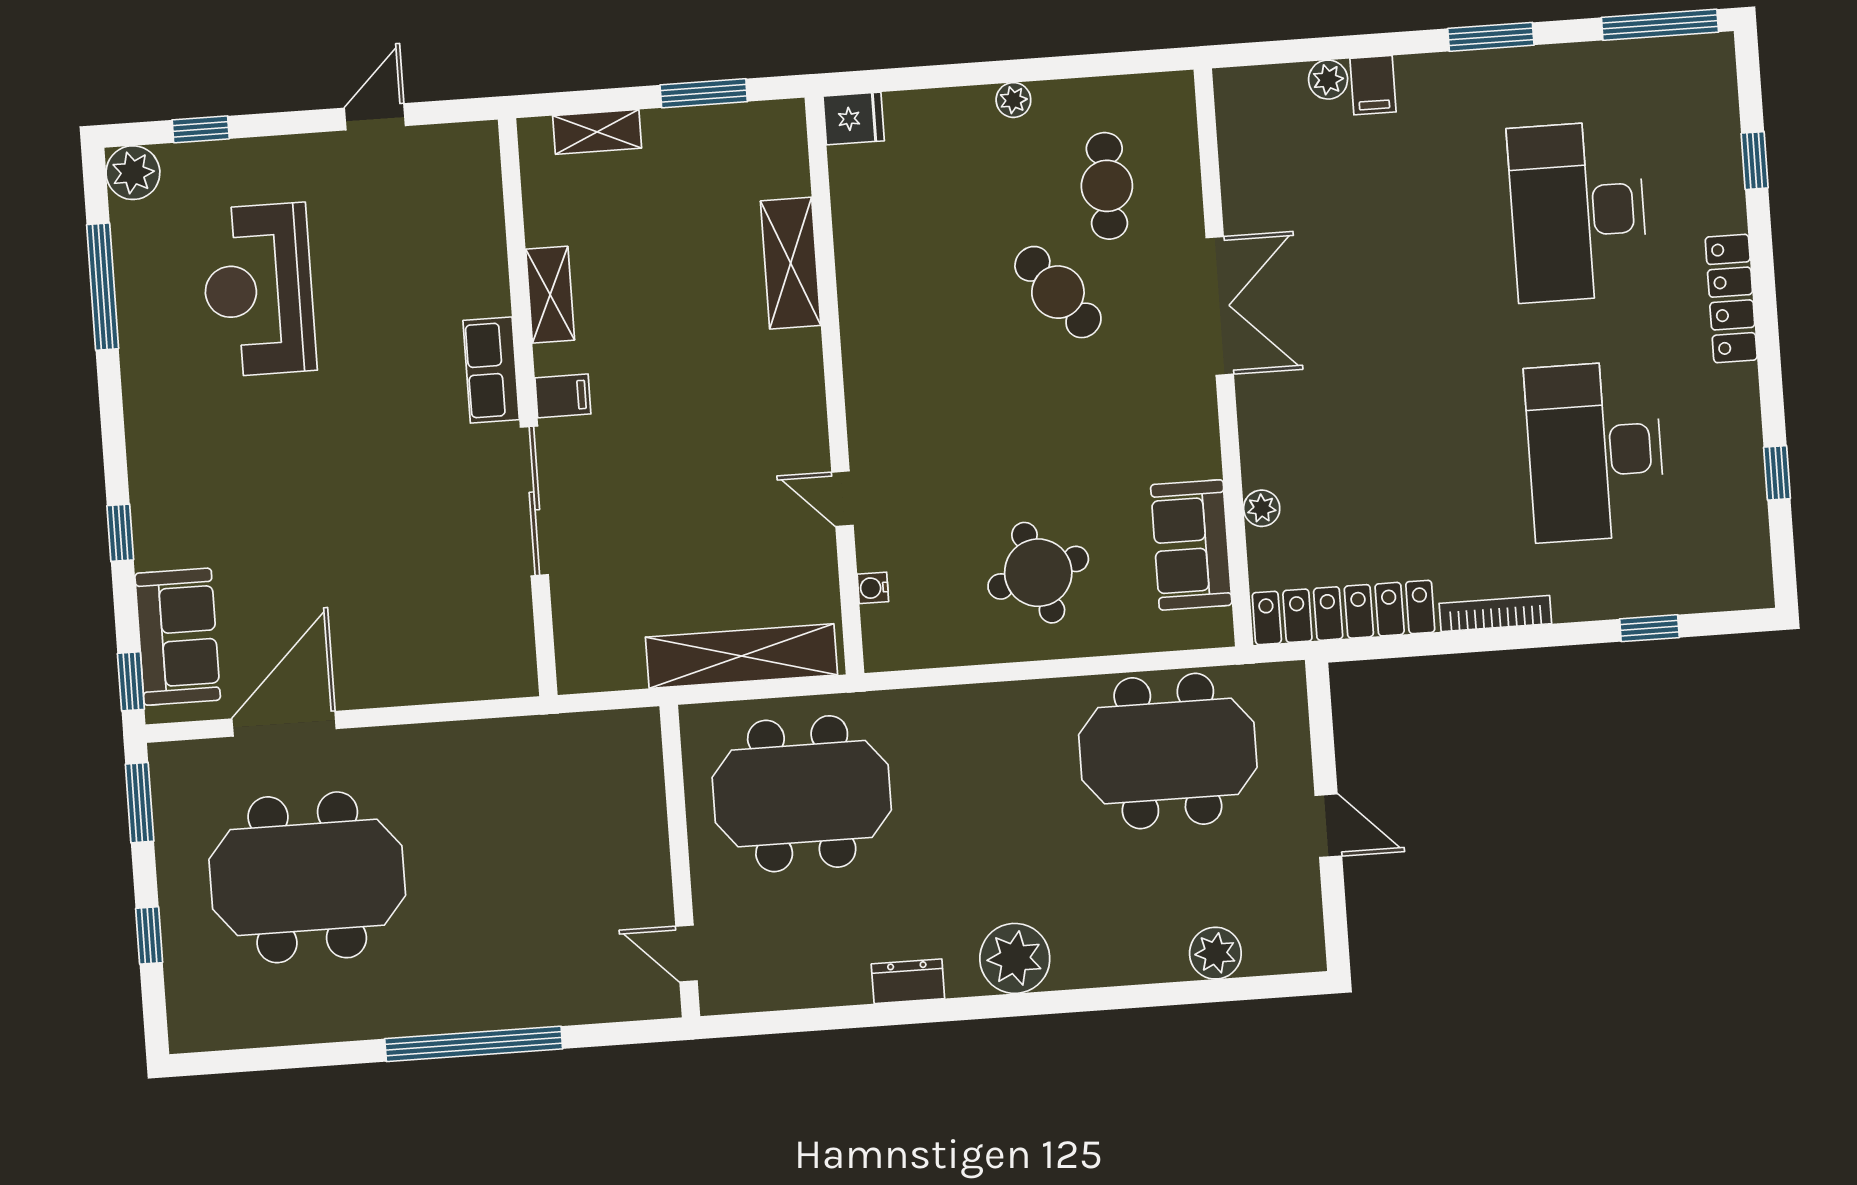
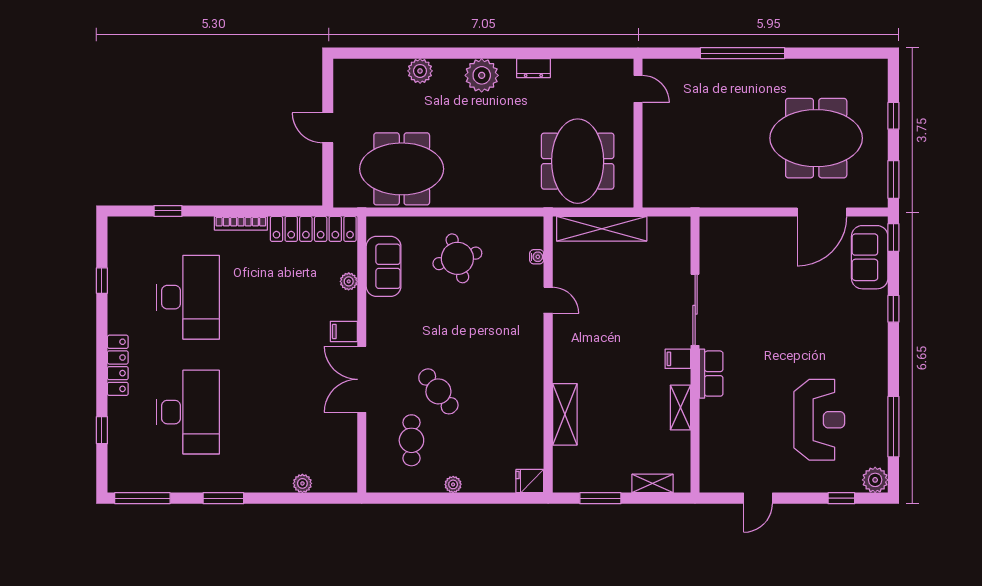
filing cabinet: (1373, 85) -> (344, 331), moved, turned -90
meeting table: (802, 794) -> (578, 161), turned 90
plant: (1215, 953) -> (420, 71), moved

